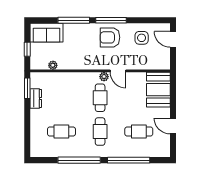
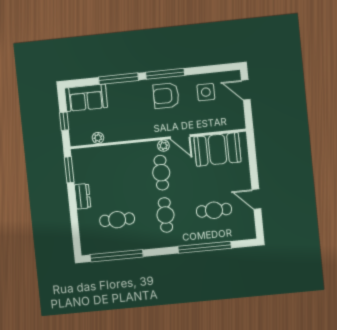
booth: (158, 90) -> (217, 149), moved, turned 90
dresser: (36, 98) -> (82, 196), moved
window: (79, 160) -> (117, 256), moved

